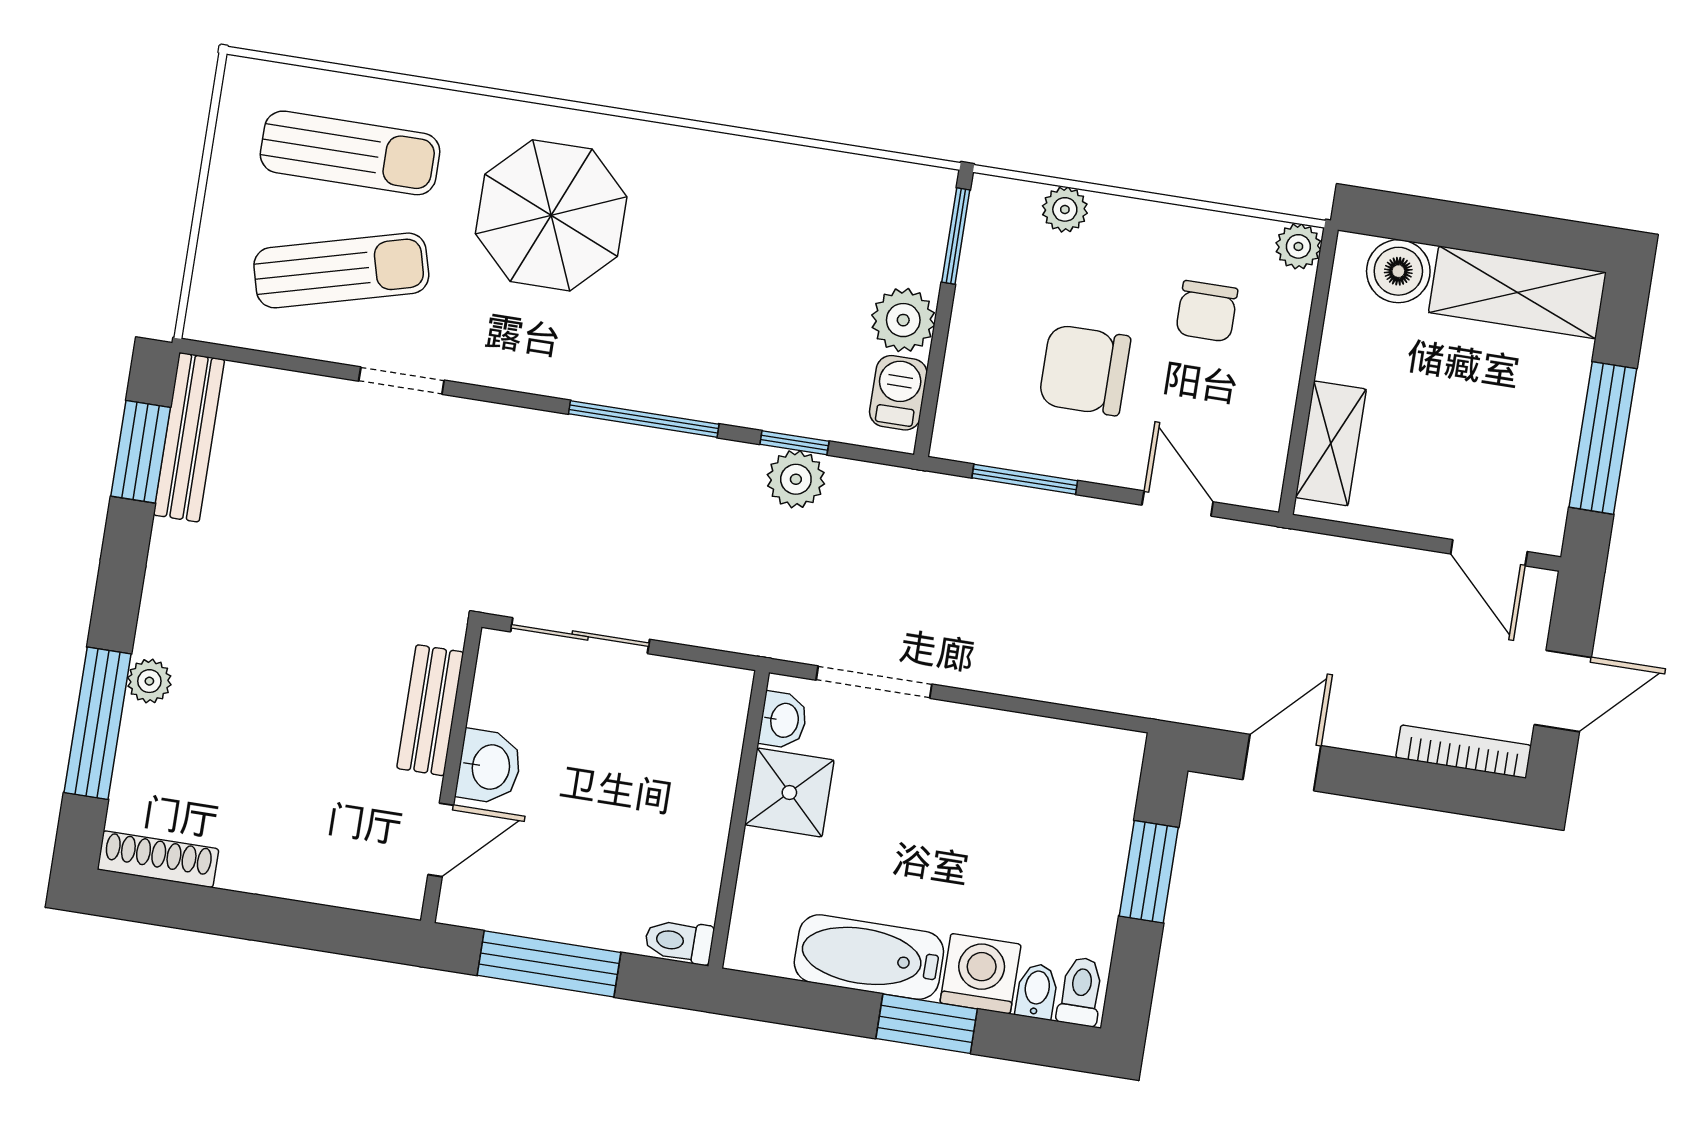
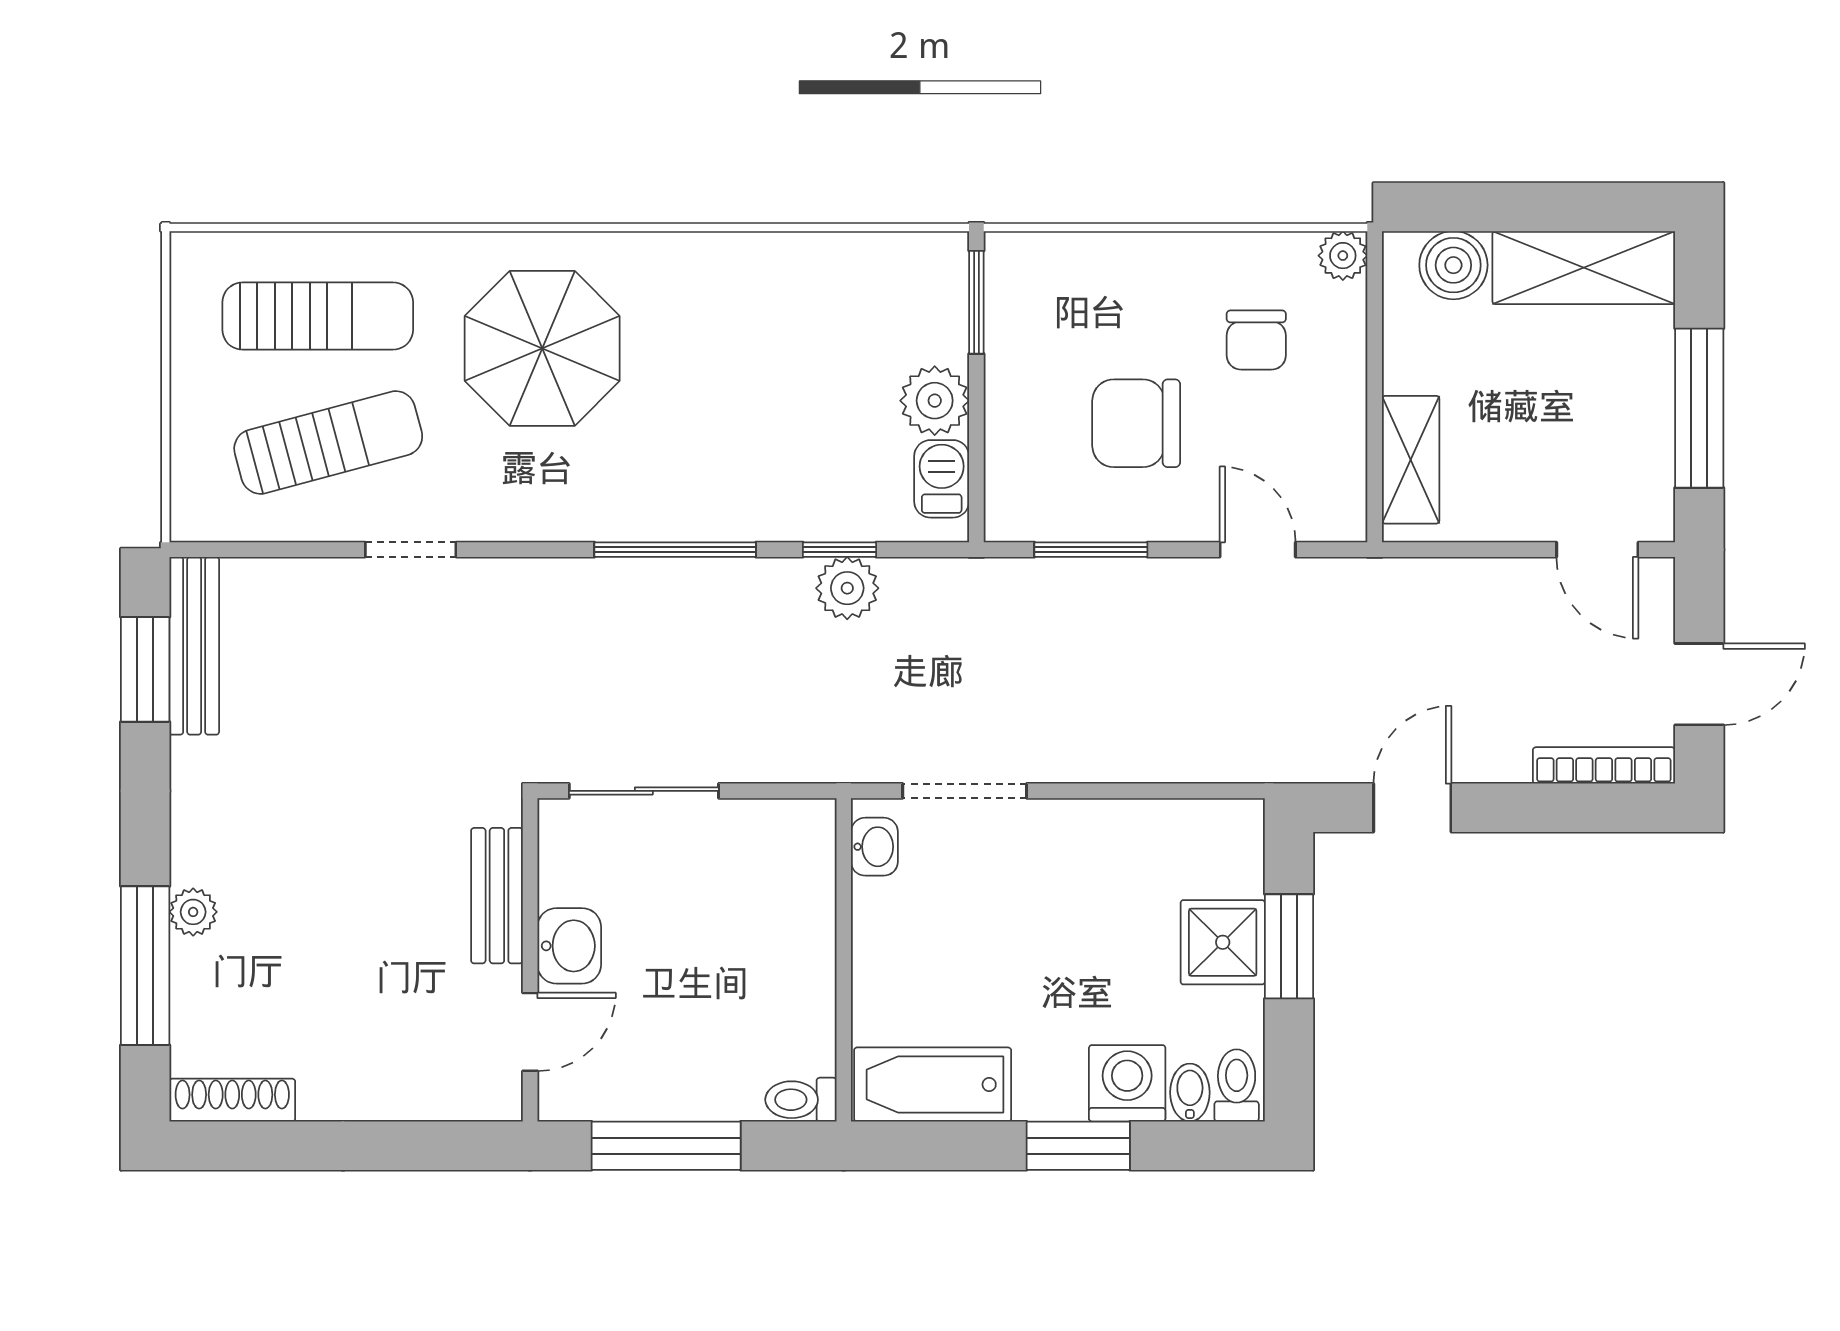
plant: (1065, 209) -> (1088, 256), removed
shower: (789, 792) -> (1223, 942), moved
bathtub: (869, 957) -> (933, 1084), moved

